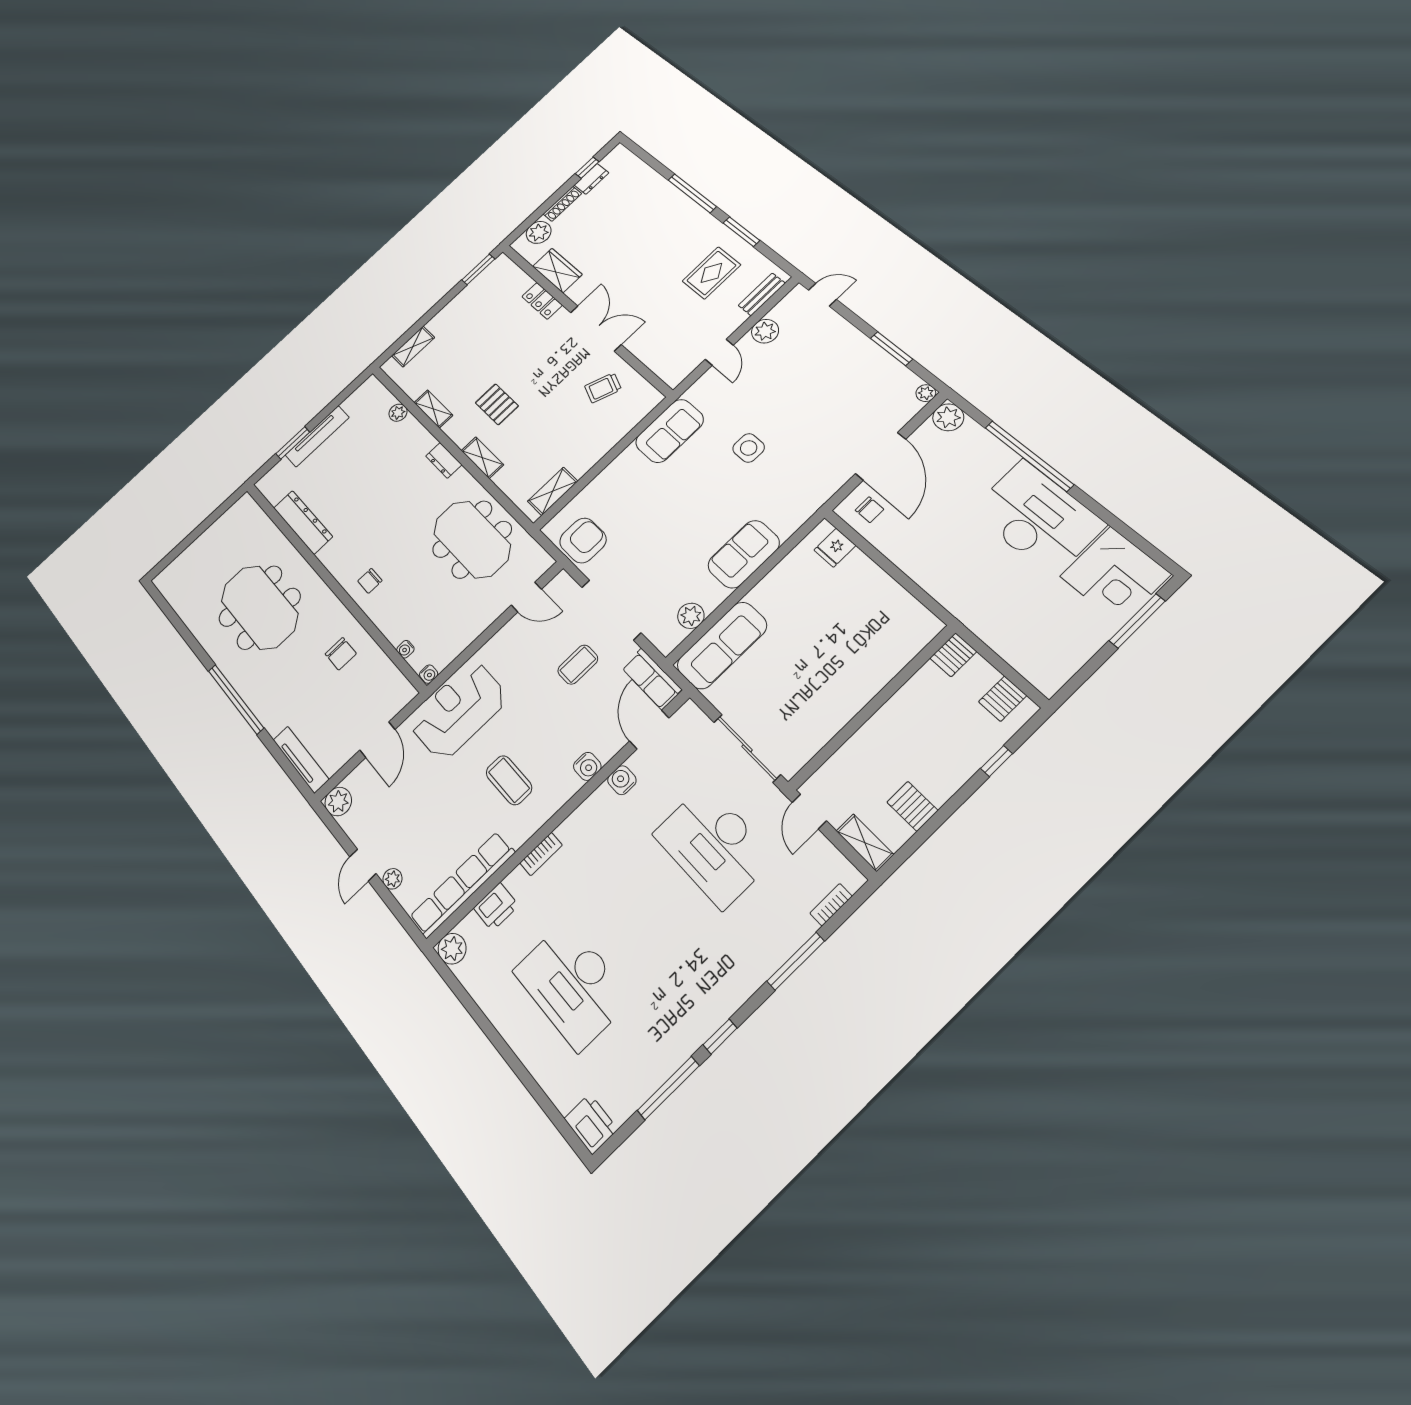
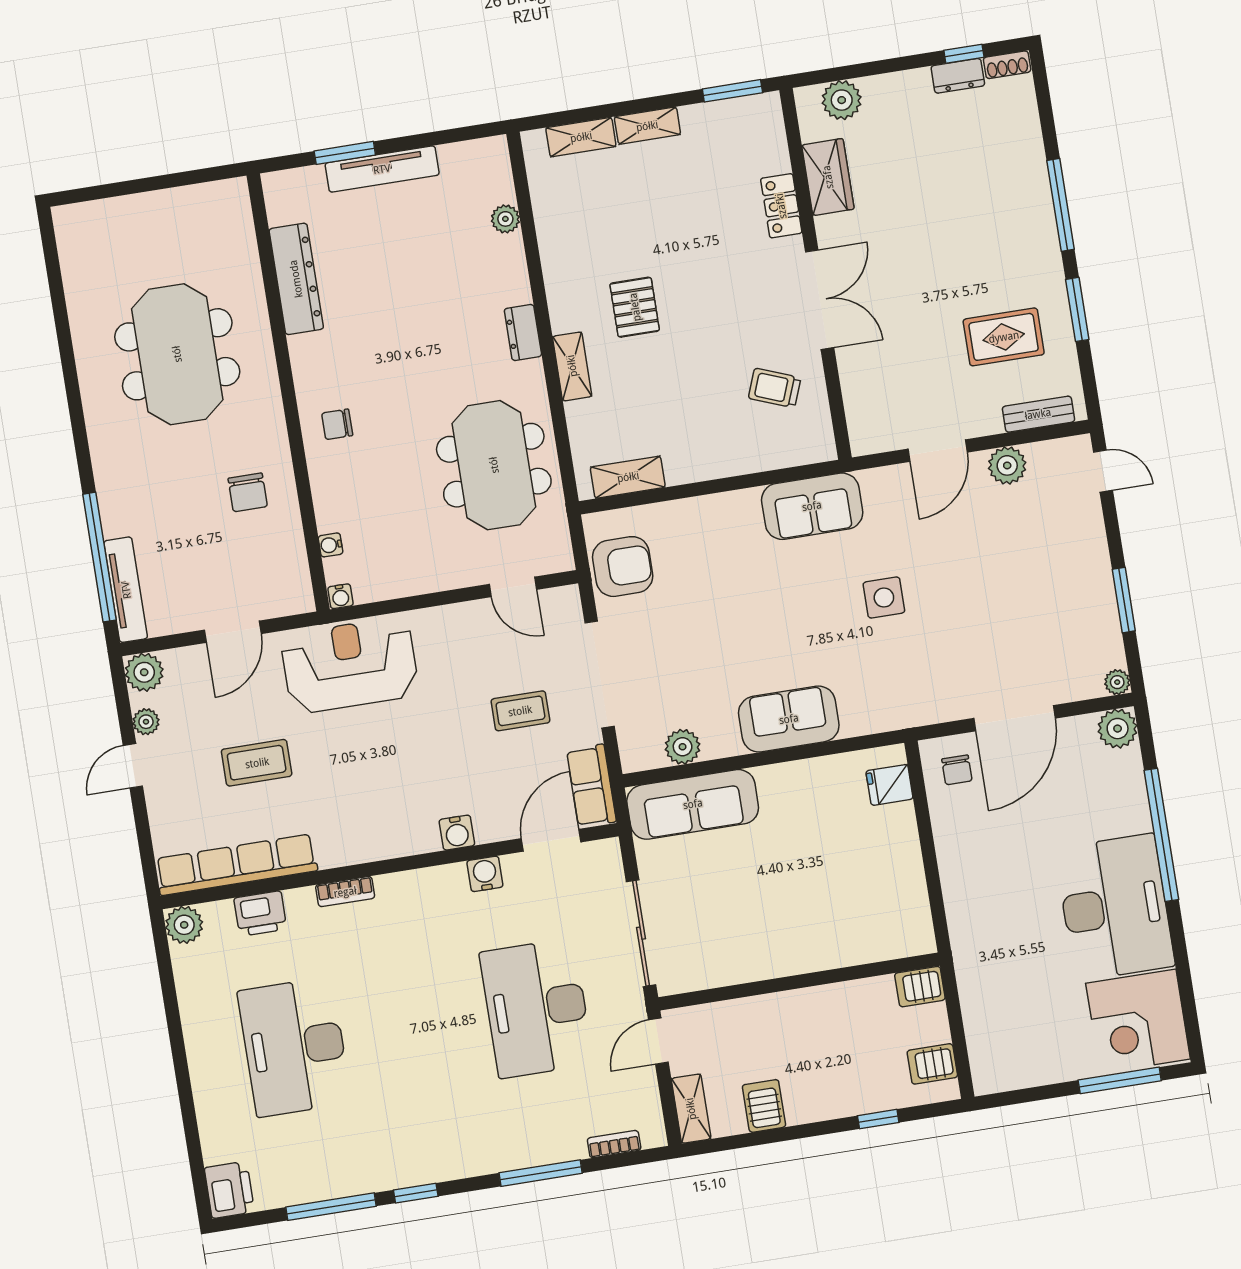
shoe rack: (562, 204) -> (1007, 65), moved, width x0.70
door: (719, 352) -> (938, 451), width x1.38
shelving: (433, 409) -> (647, 126), moved, turned 90
window: (236, 699) -> (99, 557), moved
coffee table: (509, 780) -> (257, 763), moved, turned 90
plant: (392, 879) -> (146, 722), moved

